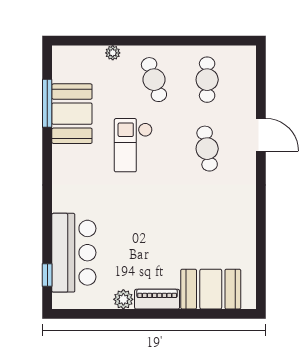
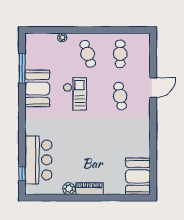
booth: (72, 114) -> (37, 89), moved
door: (261, 135) -> (153, 88), hinge flipped
checkout: (133, 145) -> (75, 94), turned 180
booth: (211, 289) -> (138, 176), moved, turned 90

